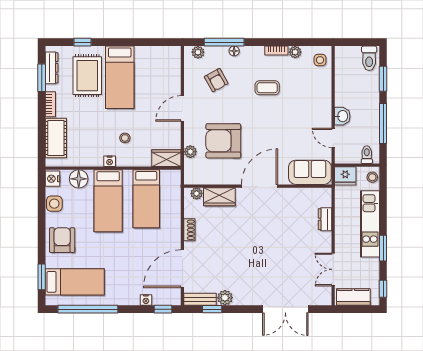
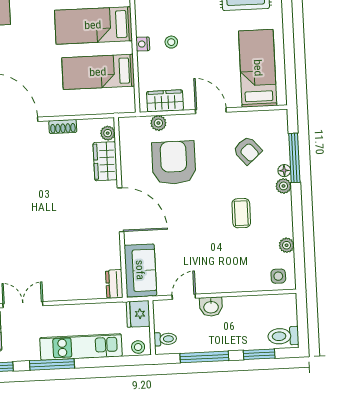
bookcase: (276, 51) -> (287, 222), removed
plant: (198, 52) -> (283, 186), moved
bed: (120, 77) -> (258, 68), moved, turned 90
armchair: (216, 80) -> (247, 150), turned -102
wardrobe: (166, 158) -> (165, 101), moved, turned -90
nightstand: (110, 161) -> (143, 44), moved
dresser: (325, 219) -> (114, 284), moved, turned -90
window: (383, 248) -> (52, 364), width x1.44

